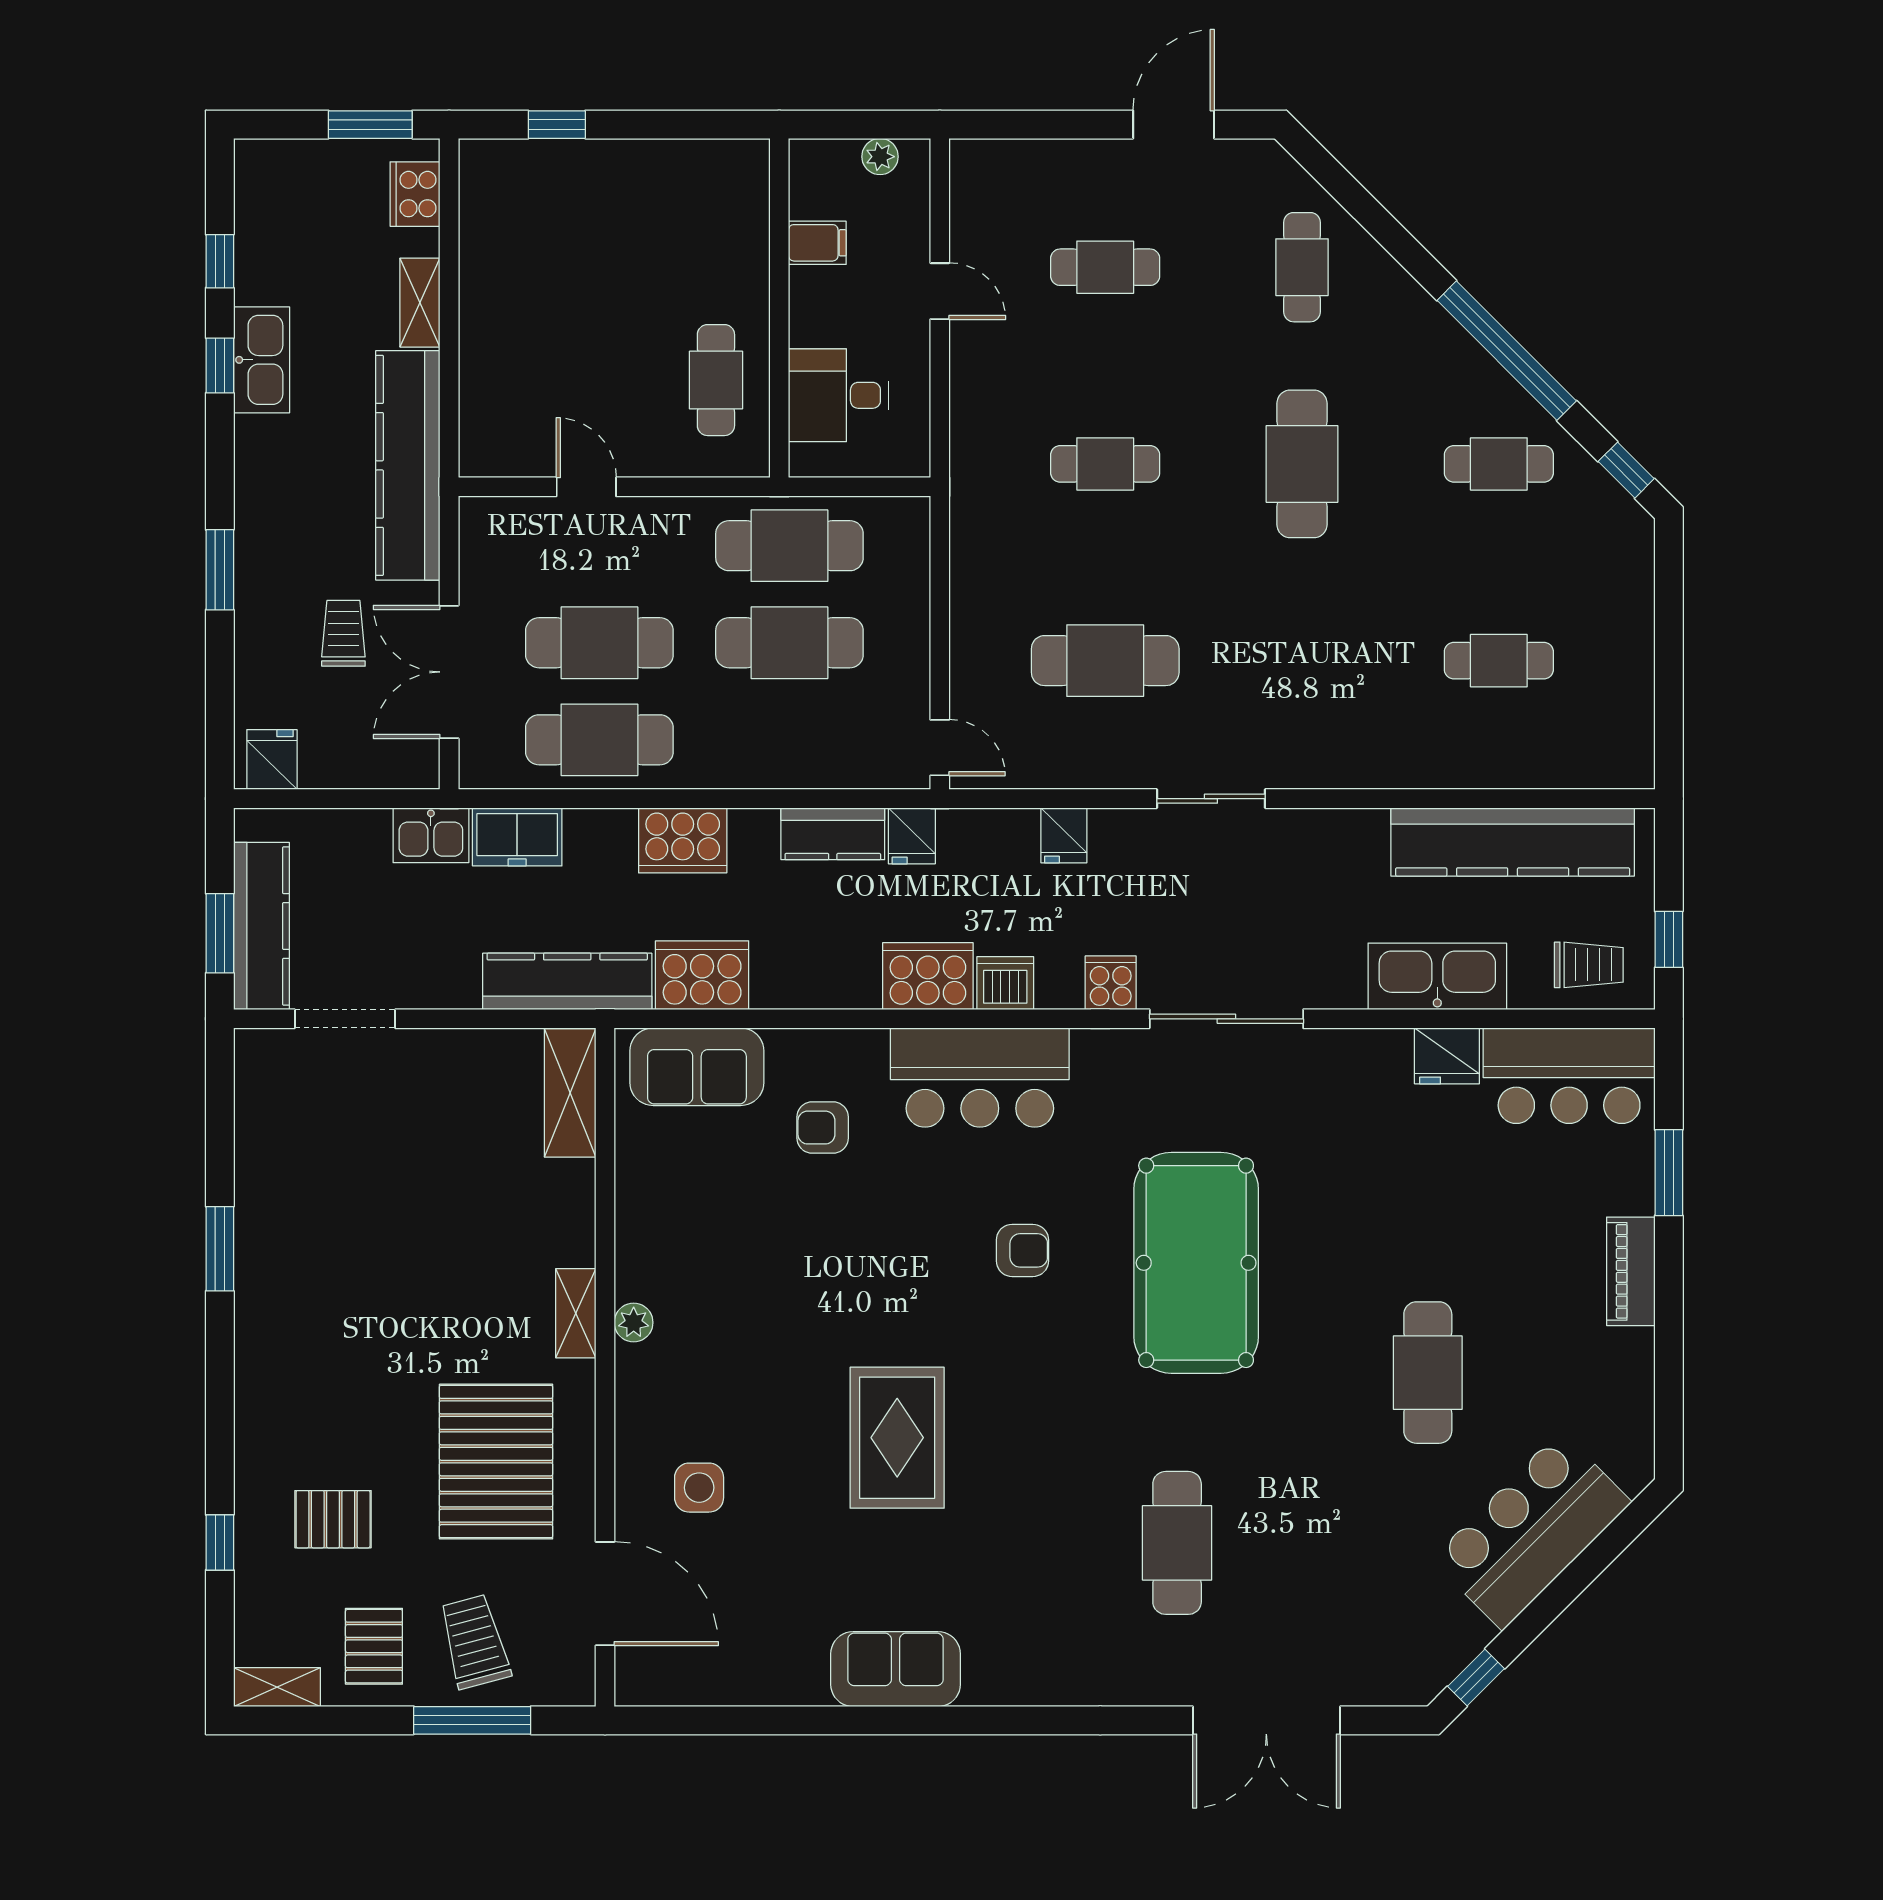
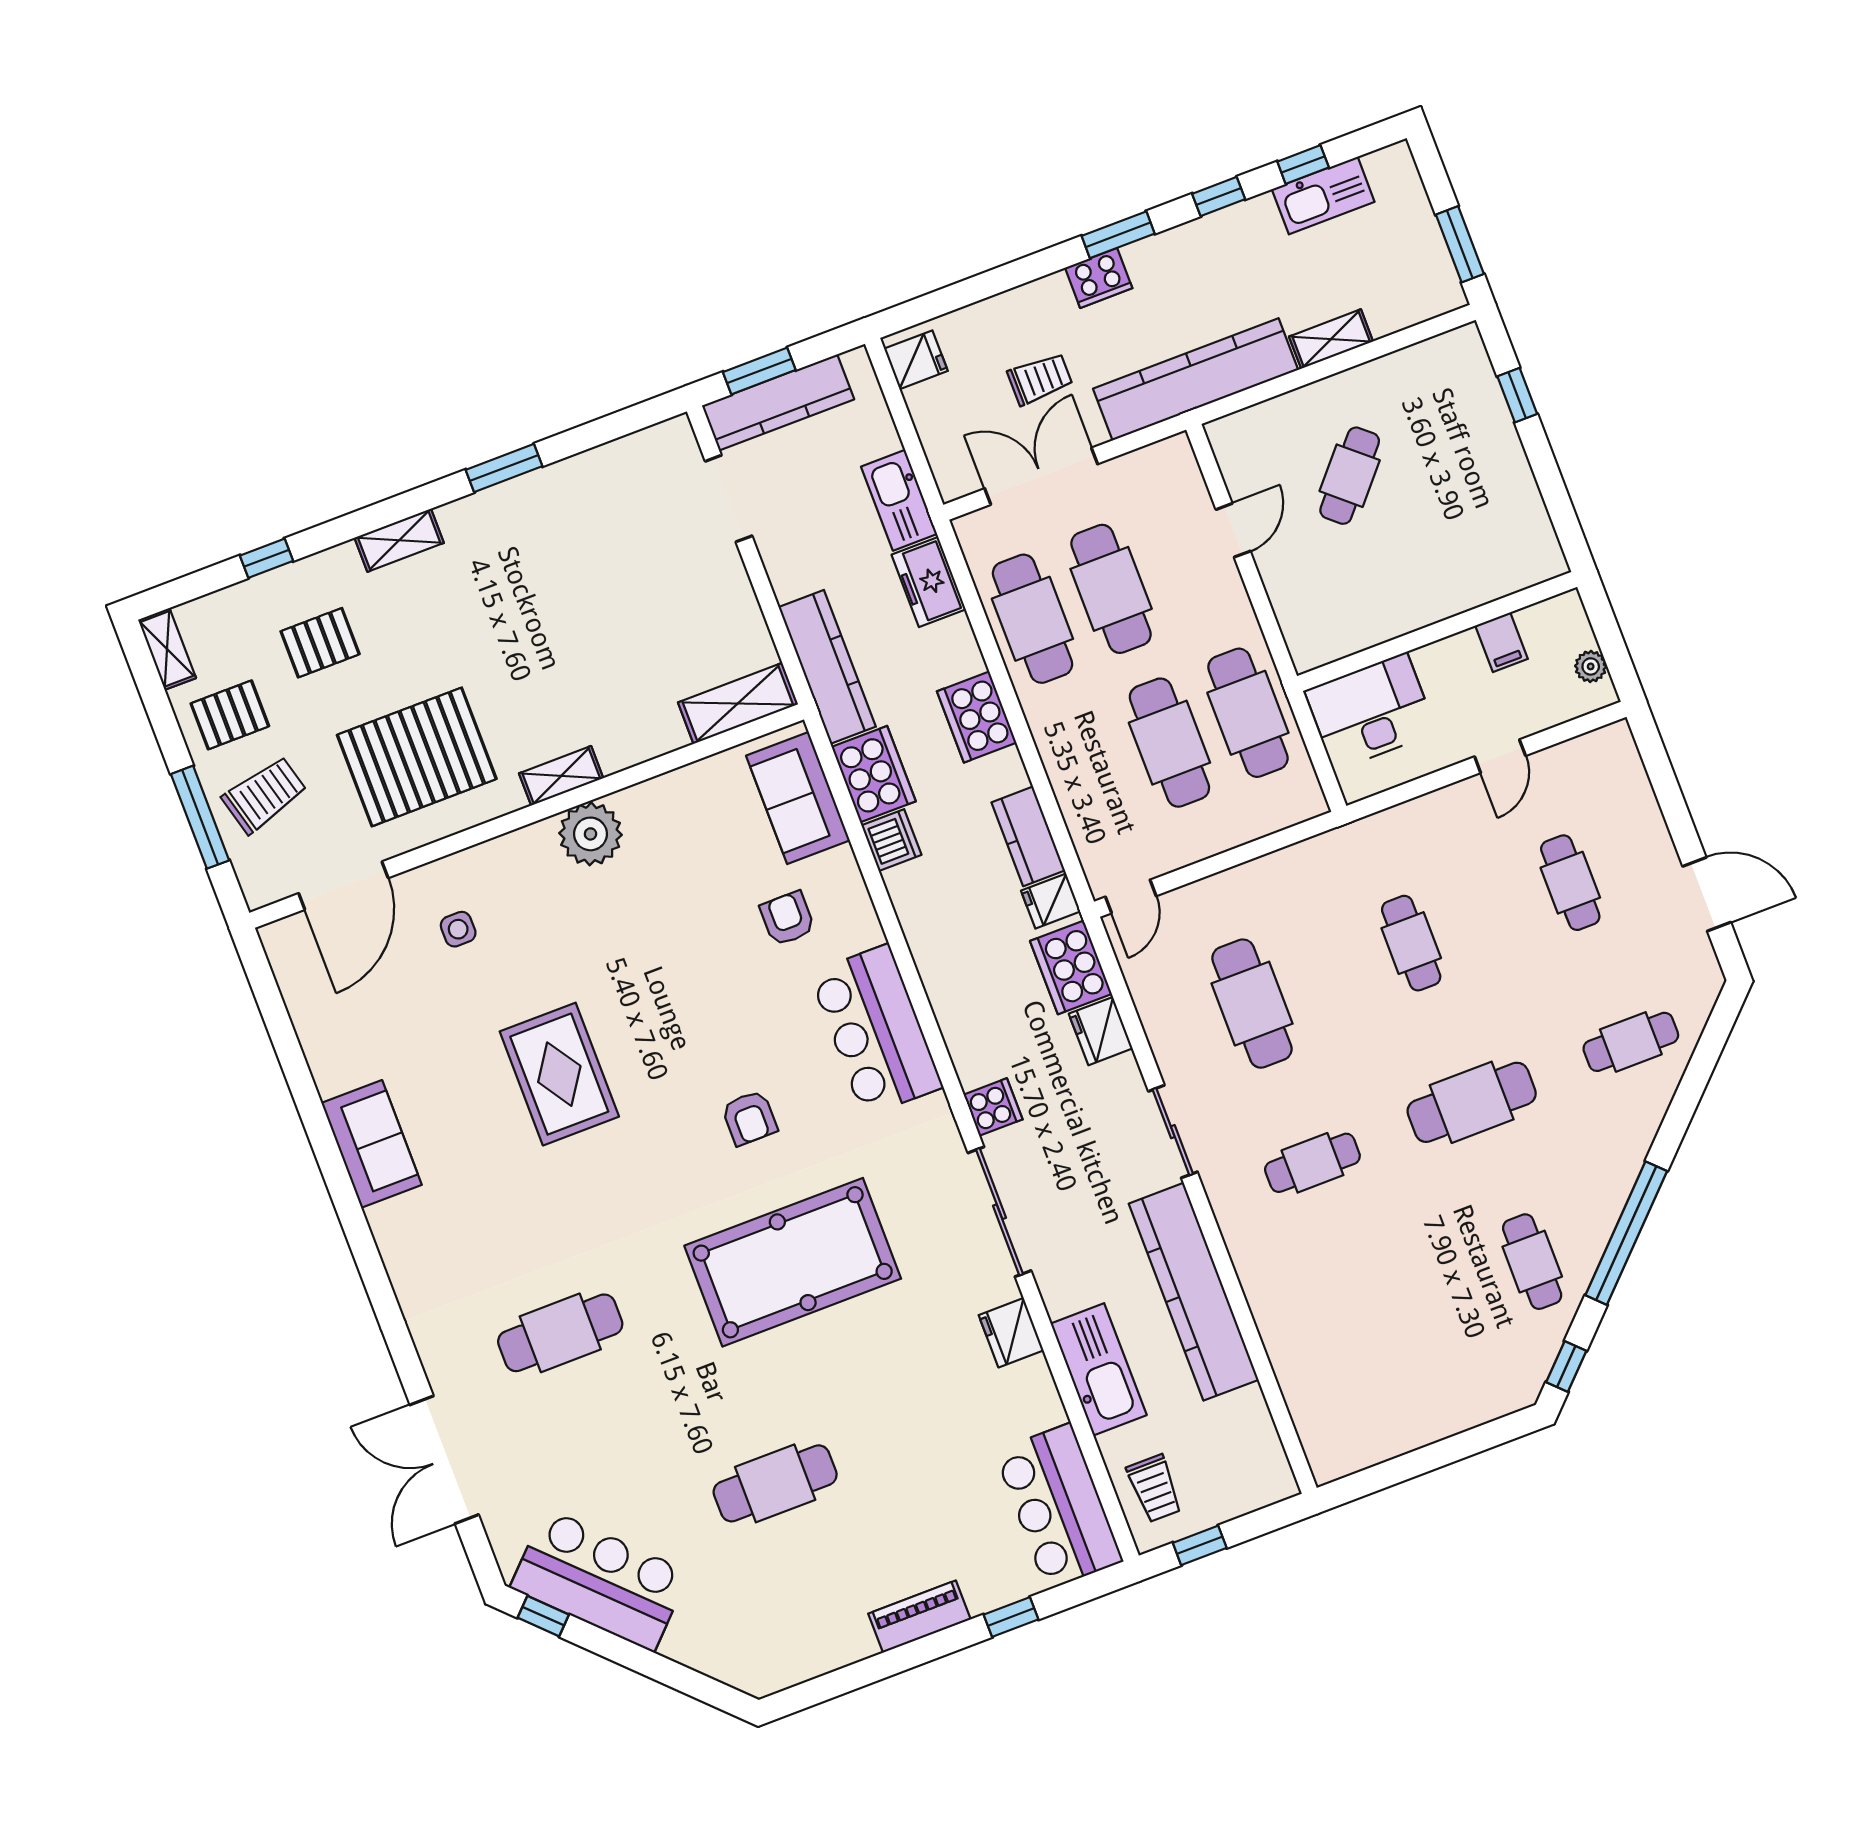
cooker: (415, 194) -> (1099, 278), moved, turned 180
kitchen sink: (262, 360) -> (1323, 195), moved
cafe table: (716, 380) -> (1350, 476), moved, turned -49
desk: (838, 395) -> (1371, 712), width x1.37
window: (220, 570) -> (1118, 235), moved
cafe table: (1499, 661) -> (1312, 1163), moved, turned 90
kitchen sink: (431, 835) -> (899, 500), width x1.38
fridge: (1064, 835) -> (1101, 1031), width x1.38
kitchen counter: (1513, 842) -> (1194, 1292), moved
cooker: (928, 976) -> (1071, 967), moved, turned 180
dishwasher: (1005, 983) -> (891, 840), moved
fridge: (1447, 1056) -> (1011, 1333), moved
window: (1669, 1173) -> (1011, 1617), width x0.67
plant: (634, 1323) -> (590, 834), width x1.87, depth x1.87
shelving: (255, 1392) -> (399, 540), added
rug: (897, 1438) -> (559, 1074), turned 90
side table: (699, 1488) -> (458, 929), width x0.73, depth x0.73
pallet: (333, 1519) -> (320, 643), turned 90
bar counter: (1531, 1531) -> (600, 1580), moved

